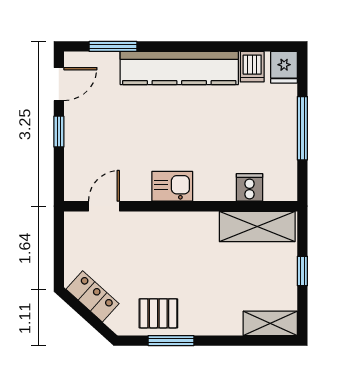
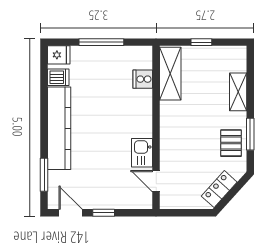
kitchen sink: (172, 186) -> (142, 153), moved
shelving: (270, 323) -> (238, 92), moved

